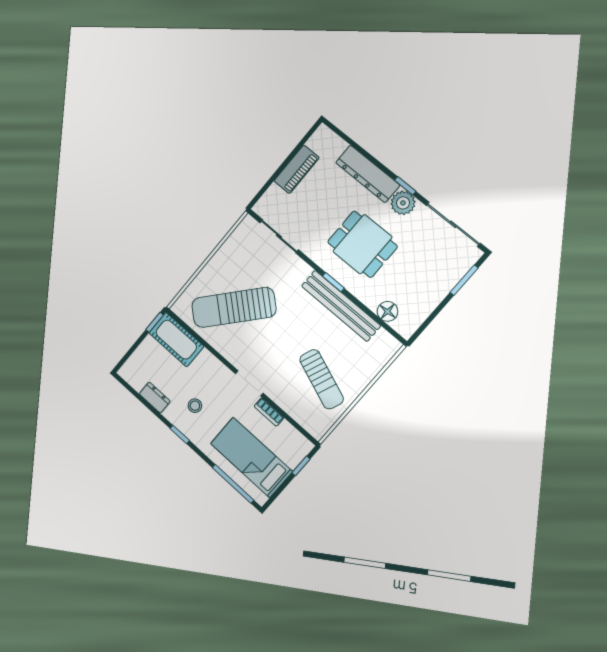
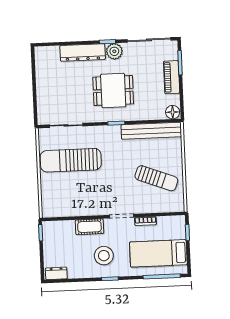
piano: (297, 169) -> (172, 77), moved, turned 180
bench: (341, 306) -> (151, 131), moved
sun lounger: (234, 307) -> (71, 160), moved, turned 49
floor lamp: (388, 311) -> (173, 112), moved
cot: (176, 340) -> (89, 227), moved, width x0.73, depth x0.75
dresser: (155, 397) -> (56, 273), moved
stool: (195, 406) -> (104, 256), width x1.89, depth x1.89

